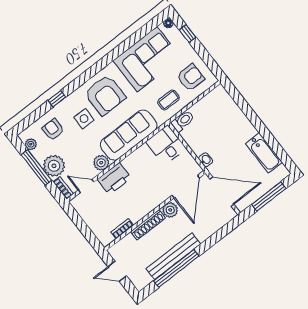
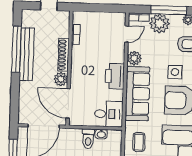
toilet: (183, 121) -> (88, 139), moved
washbasin: (206, 160) -> (101, 134), moved
printer: (114, 179) -> (115, 76), moved

